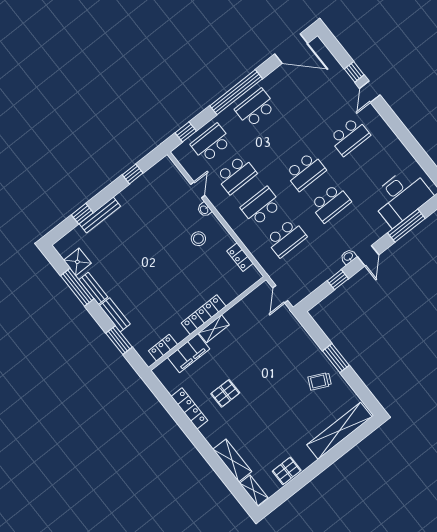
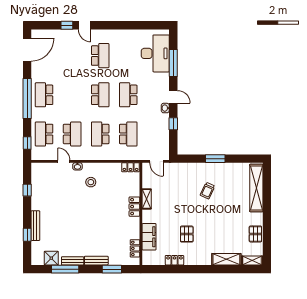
school desk: (330, 203) -> (128, 95), turned 180
locker: (240, 257) -> (130, 167), moved
locker: (204, 315) -> (134, 207), width x0.66
shelving: (214, 329) -> (147, 199), moved
trolley: (320, 381) -> (207, 191), moved
locker: (189, 408) -> (174, 260), width x0.66

